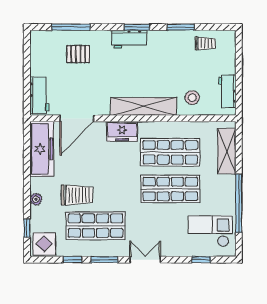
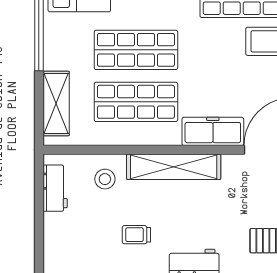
trolley: (205, 43) -> (136, 235), moved
freezer: (122, 131) -> (213, 131), width x1.40

